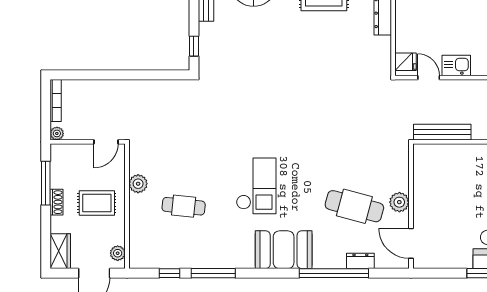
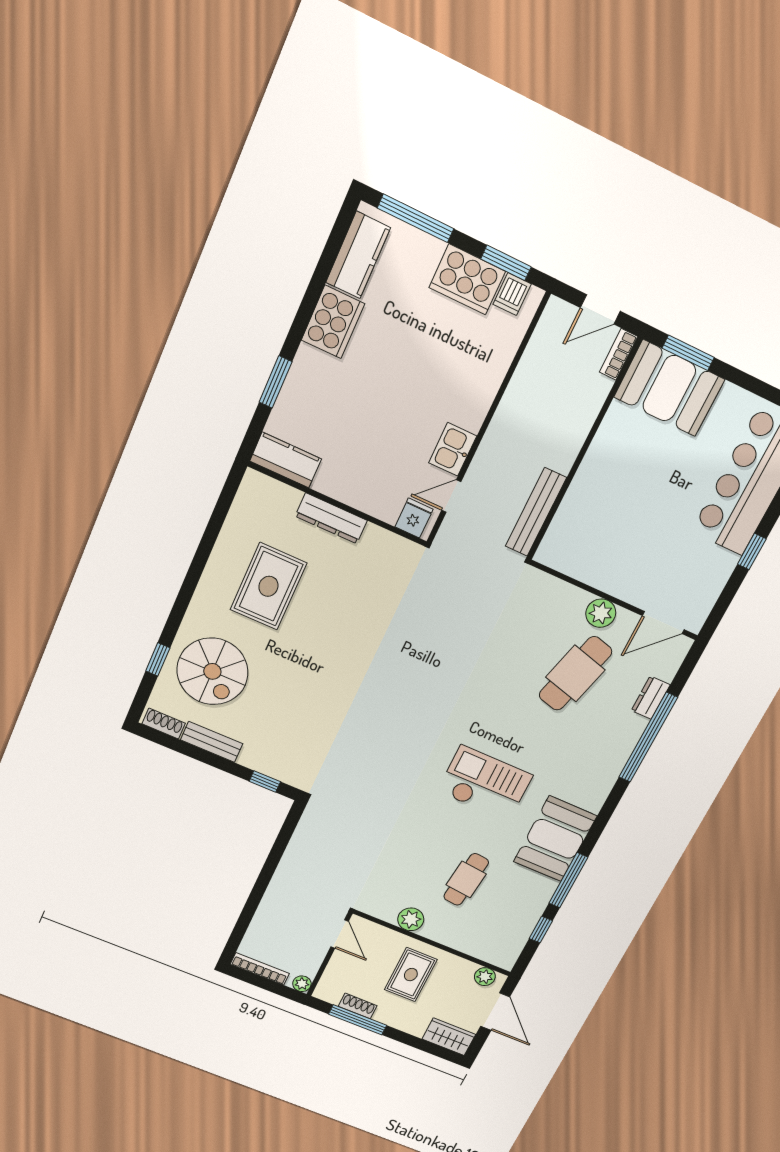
shoe rack: (56, 202) -> (358, 1006), moved
booth: (284, 250) -> (555, 839), moved

